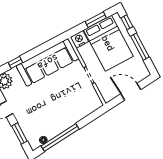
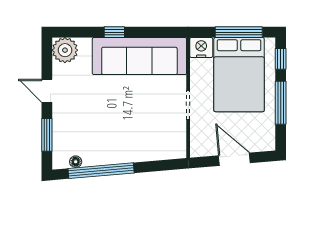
window: (96, 20) -> (239, 32), width x1.44
window: (15, 62) -> (114, 32), moved

